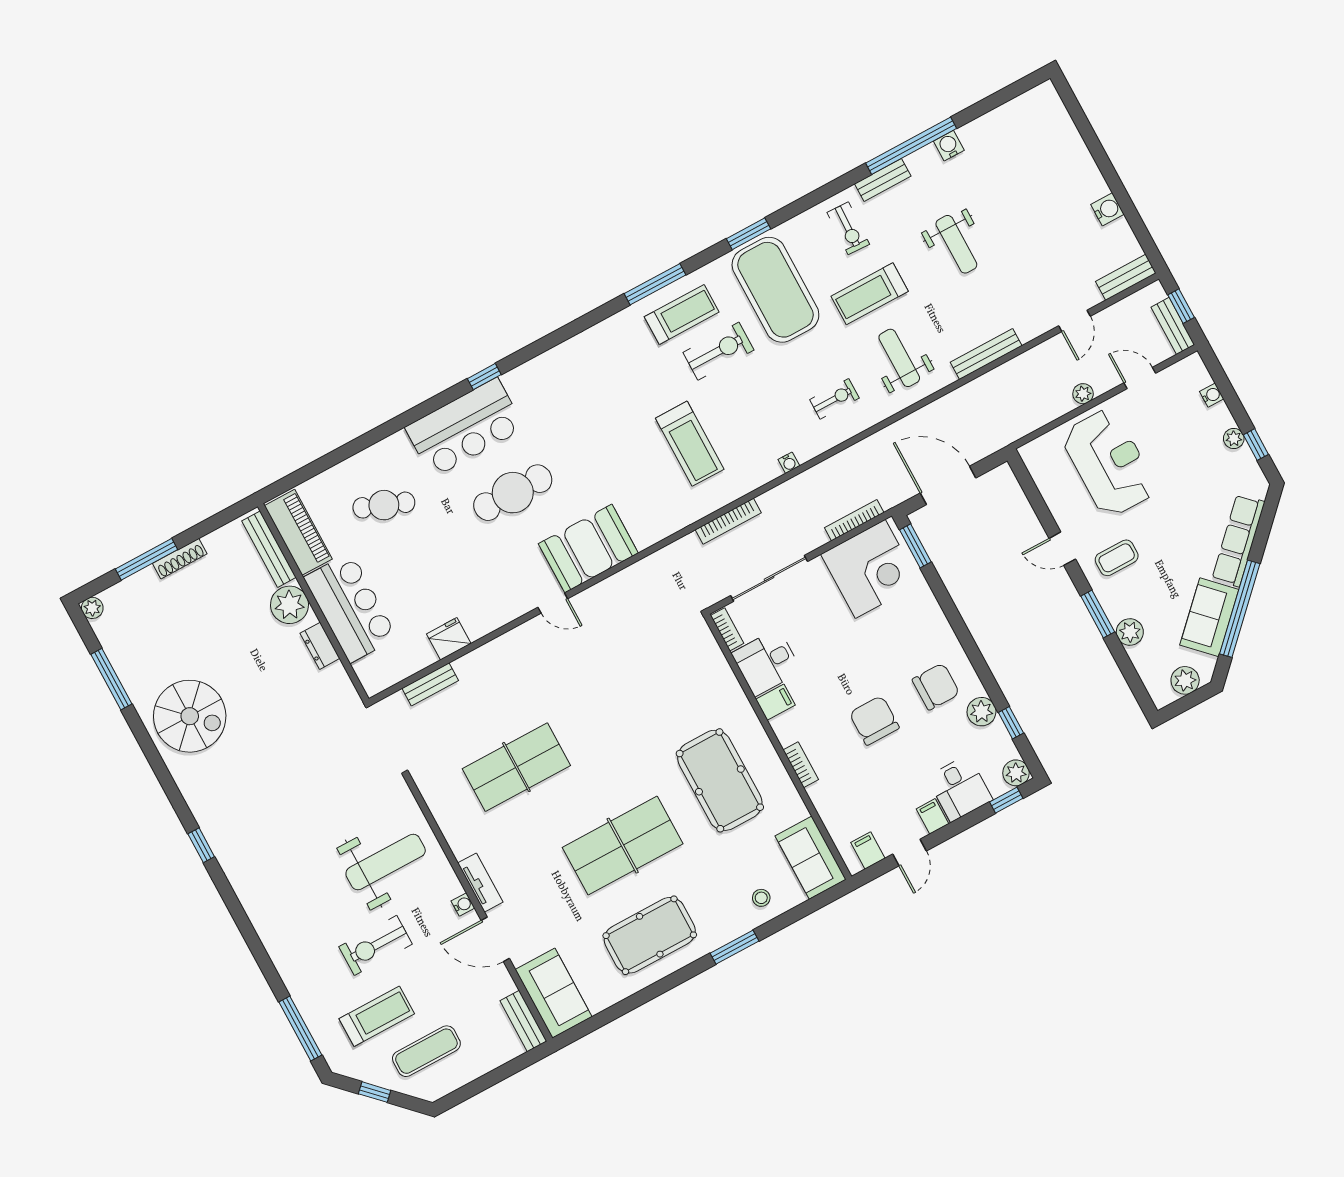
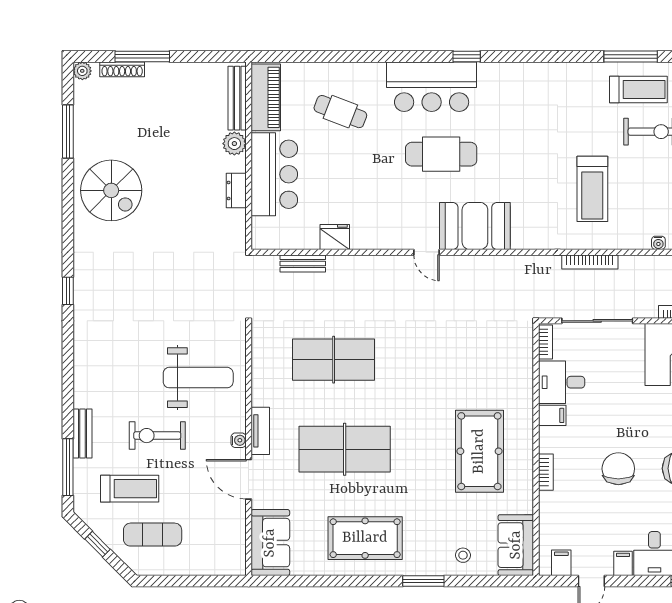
shoe rack: (180, 559) -> (122, 69), moved
plant: (289, 605) -> (234, 144), width x0.73, depth x0.73
table tennis table: (623, 846) -> (345, 449), moved
bench: (523, 1021) -> (83, 434), moved

